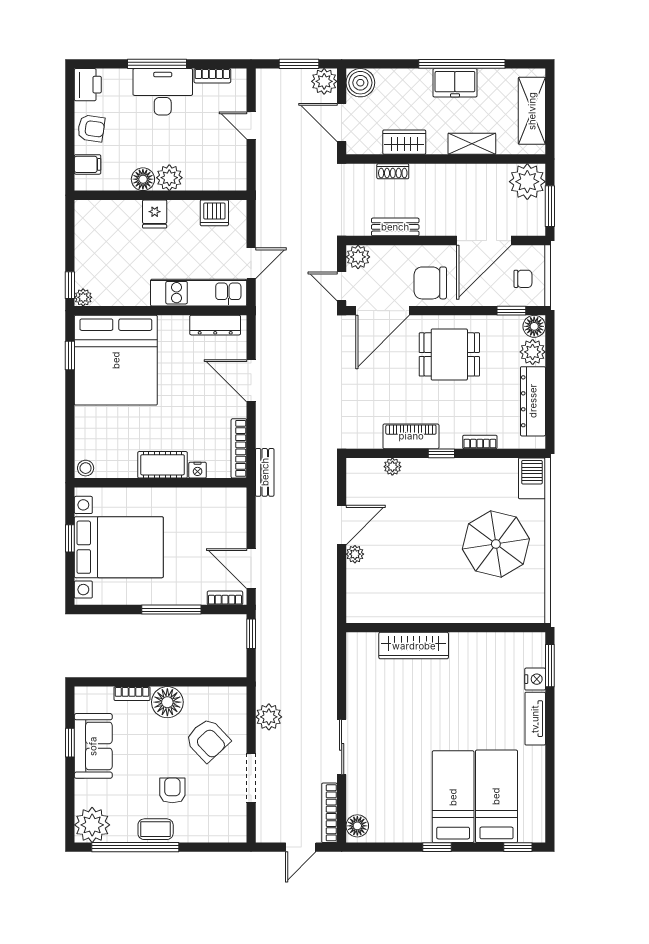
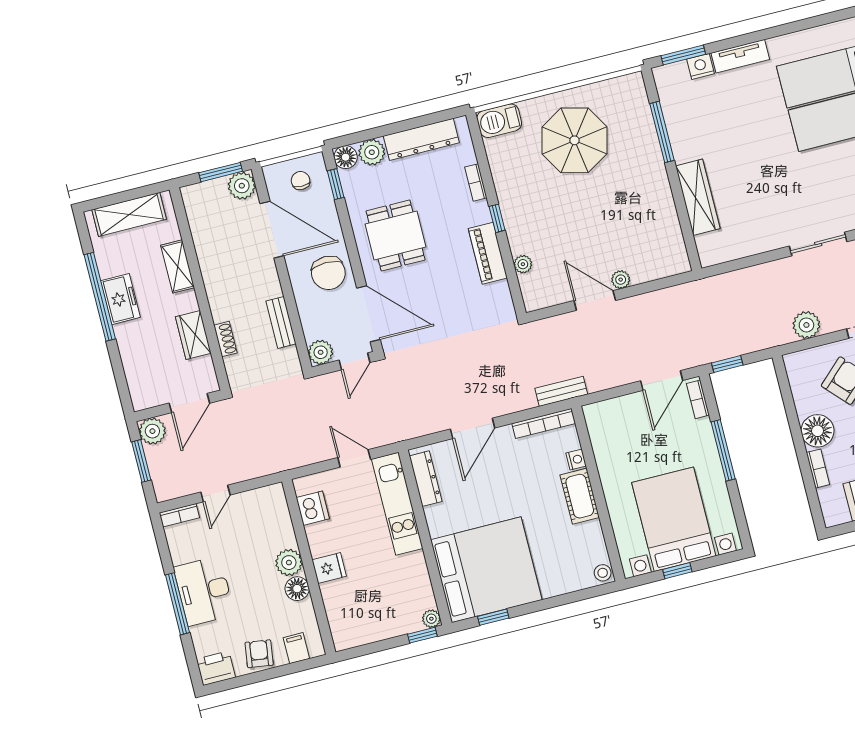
bookcase: (212, 76) -> (179, 515), moved, turned 90
boiler: (360, 83) -> (145, 394), removed
plant: (527, 182) -> (242, 186), moved, width x0.73, depth x0.73
window: (483, 628) -> (662, 132), added

